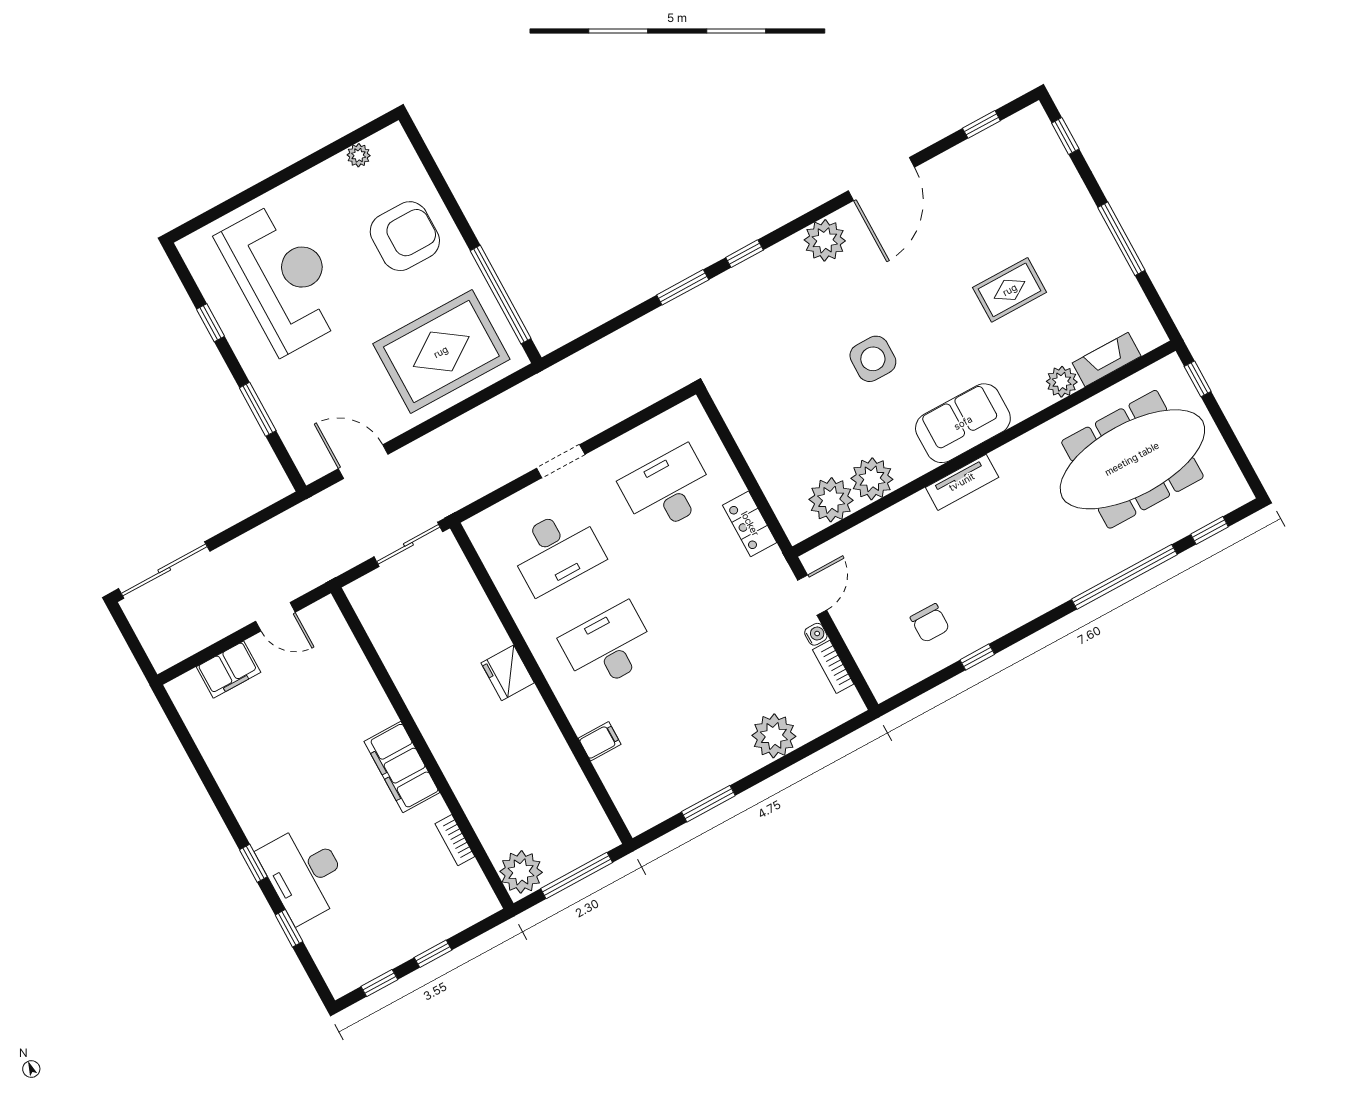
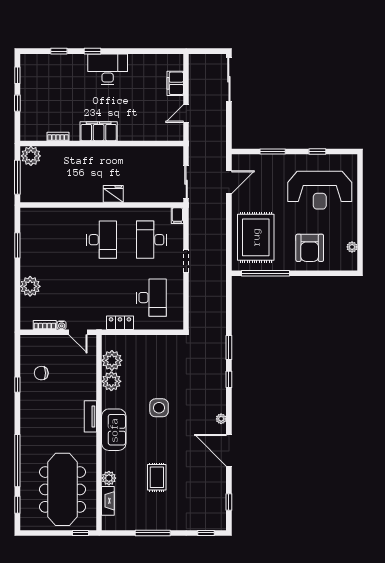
plant: (825, 240) -> (221, 419), width x0.53, depth x0.53
filing cabinet: (600, 741) -> (177, 216), moved
desk: (304, 873) -> (108, 69), moved

